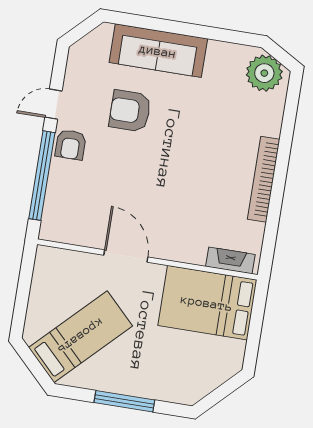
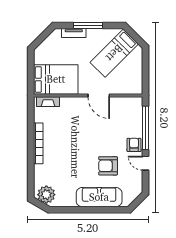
door: (53, 104) -> (145, 163), swing flipped
armchair: (130, 111) -> (108, 166), turned 180
tv unit: (156, 391) -> (74, 33), added

